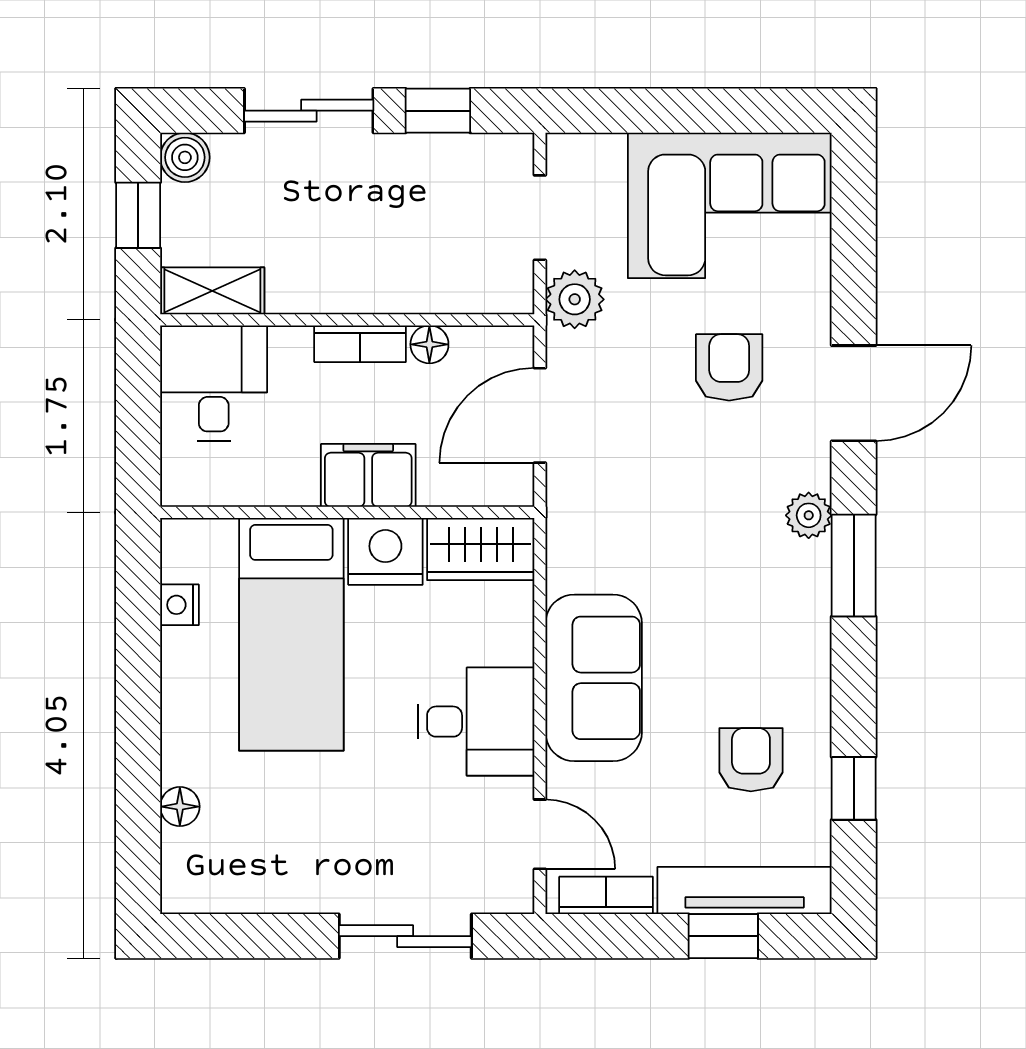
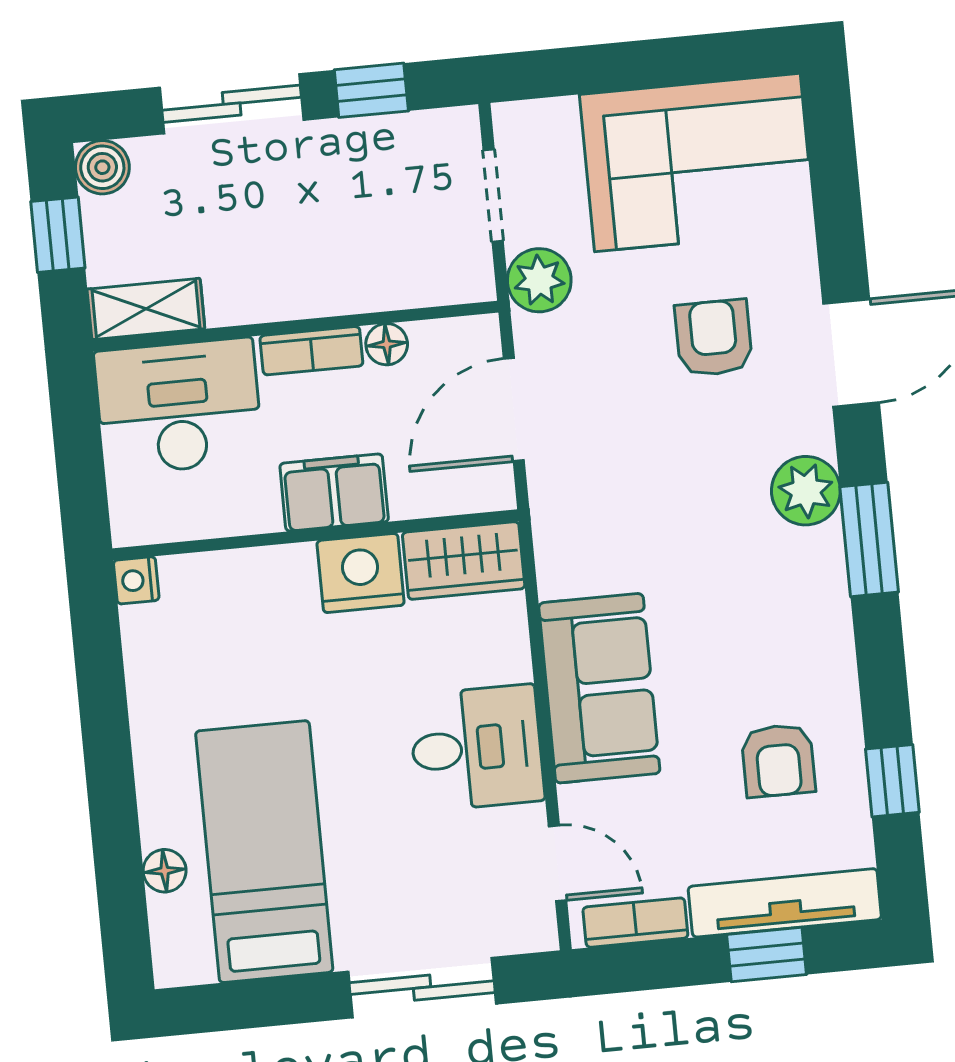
desk: (214, 383) -> (179, 406), width x1.37
plant: (809, 515) -> (806, 491), width x1.38, depth x1.38
nightstand: (179, 605) -> (136, 580), moved
bed: (291, 634) -> (264, 852), moved, turned 180
armchair: (751, 760) -> (778, 761), turned 180

